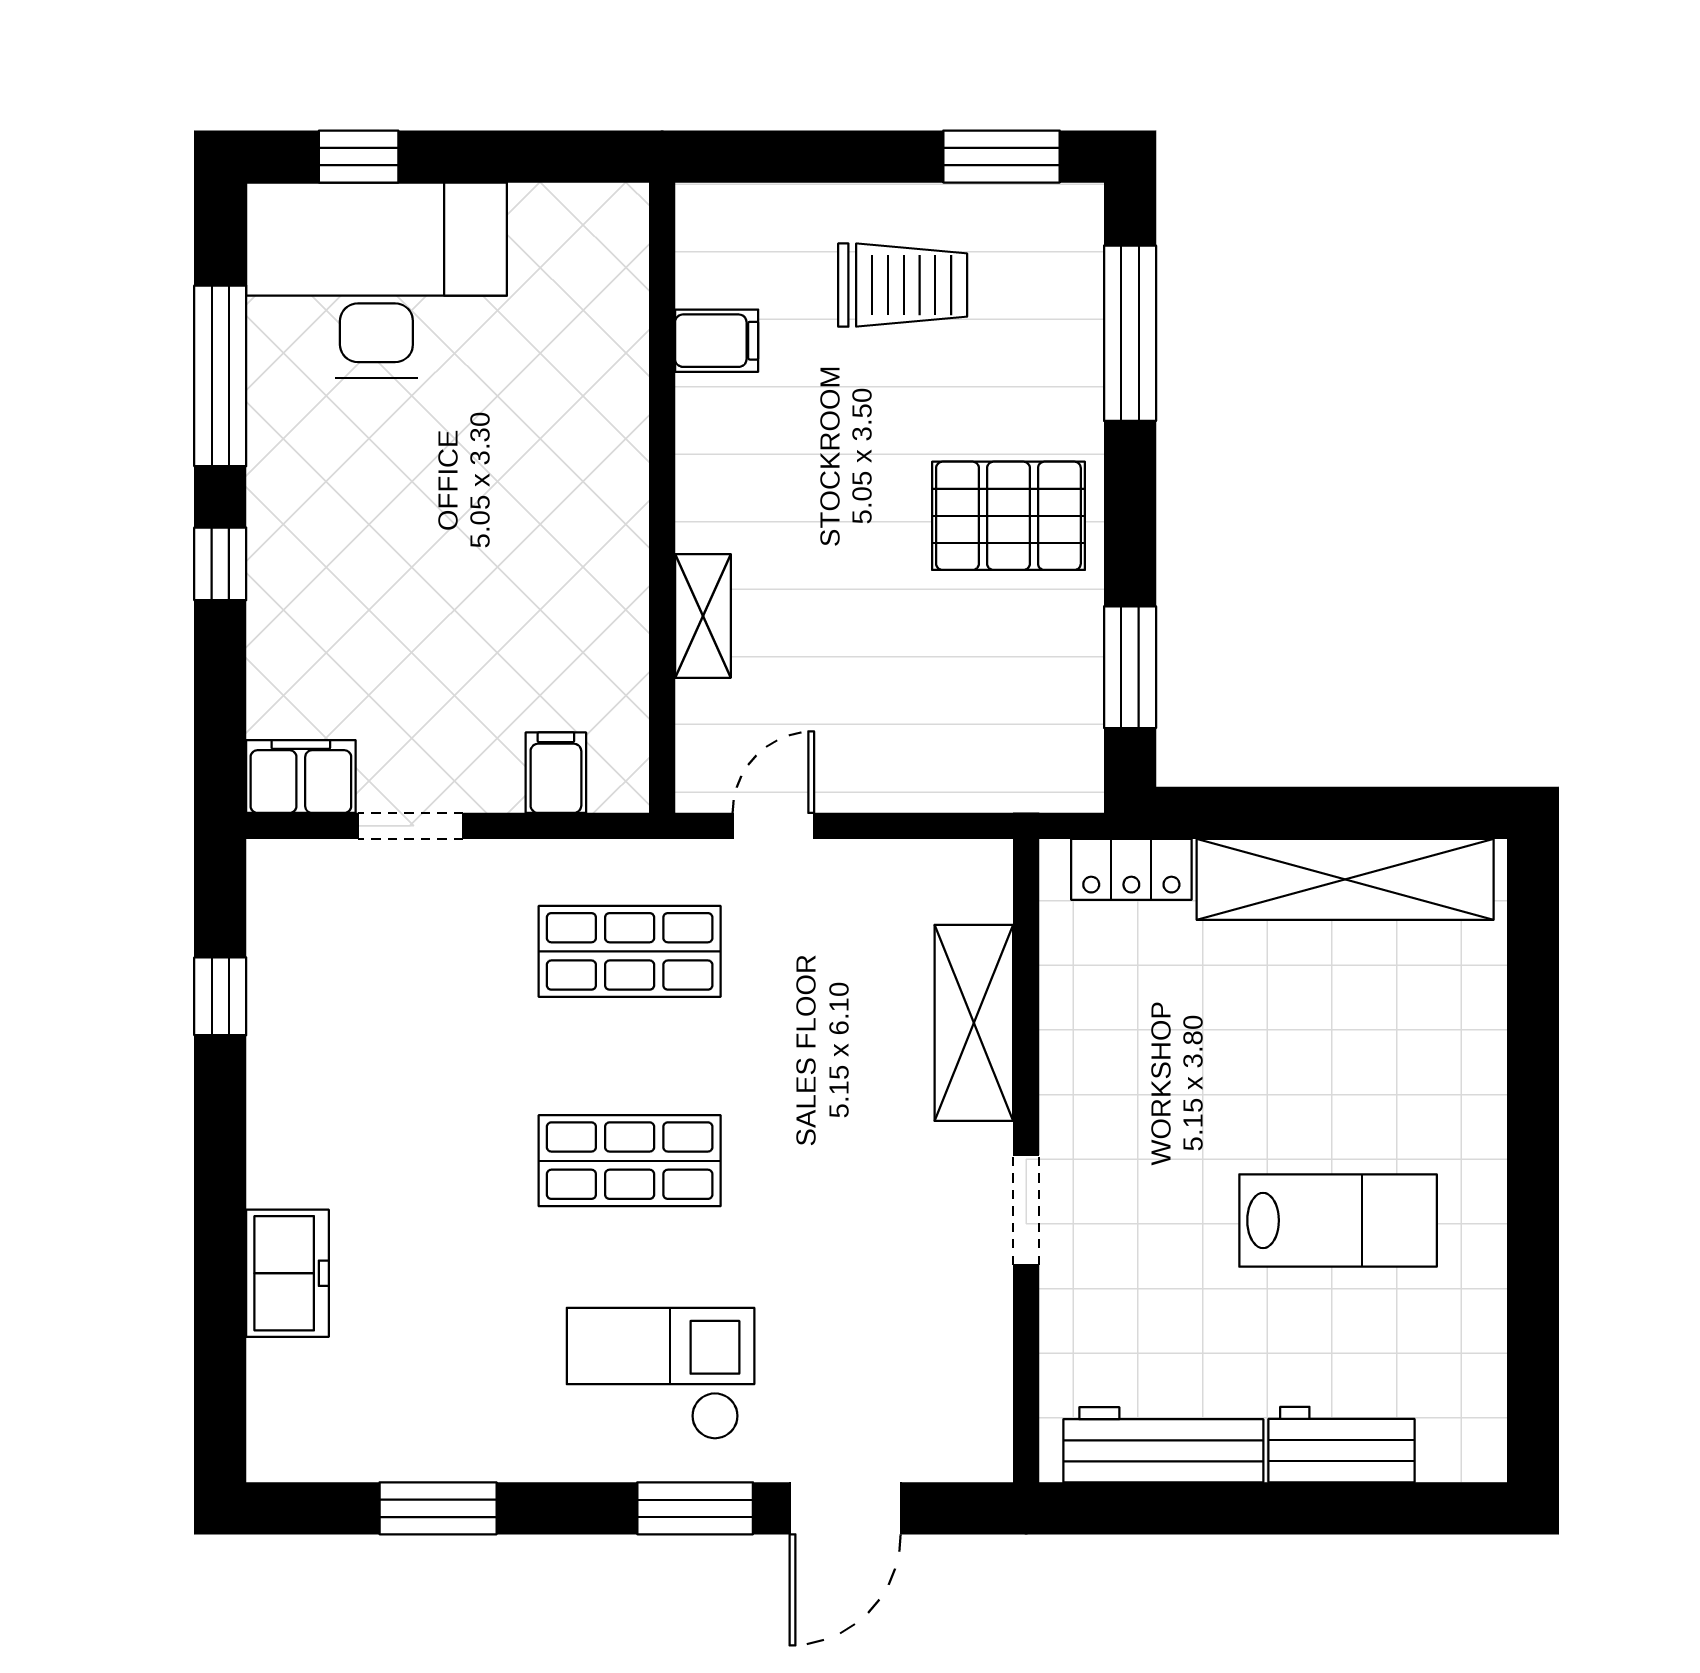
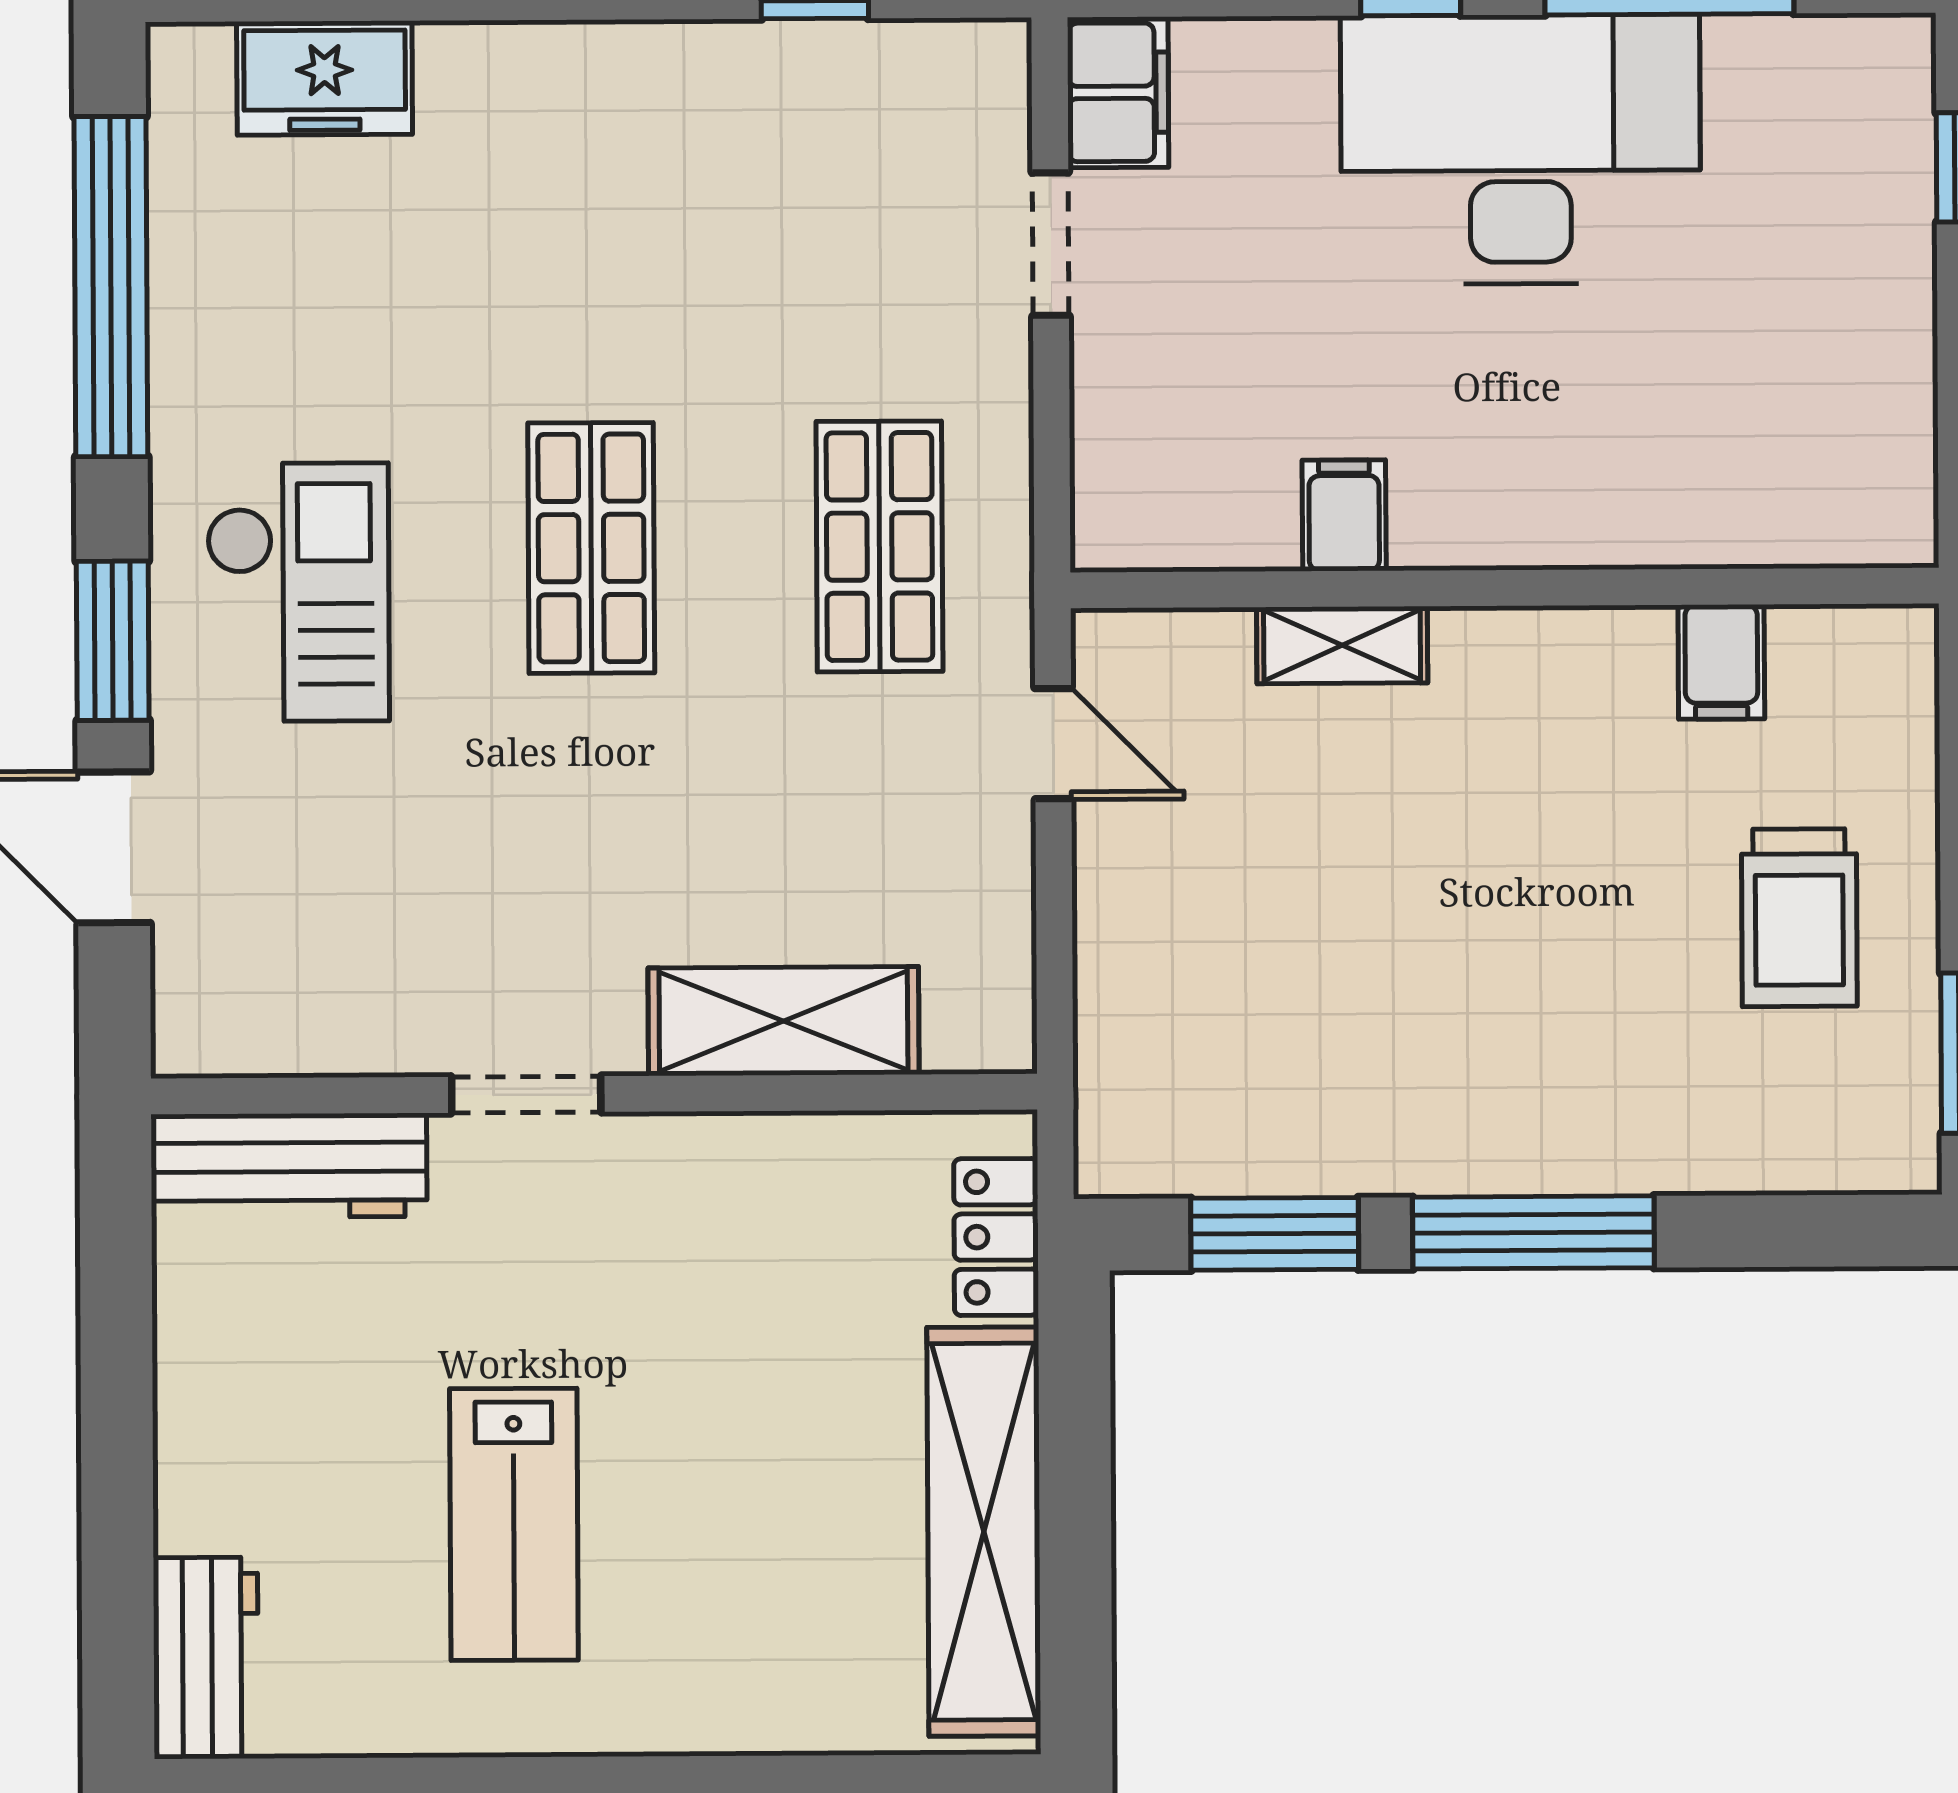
desk: (376, 280) -> (1520, 149), moved, turned -90
window: (1130, 333) -> (1533, 1232), moved
pallet: (1008, 516) -> (1482, 1065), removed
filing cabinet: (556, 773) -> (1344, 515), moved, turned -90
freezer: (287, 1273) -> (325, 78), moved
workbench: (1163, 1445) -> (289, 1165), moved, turned 90
workbench: (1342, 1445) -> (206, 1658), moved
window: (438, 1508) -> (111, 287), width x2.11

